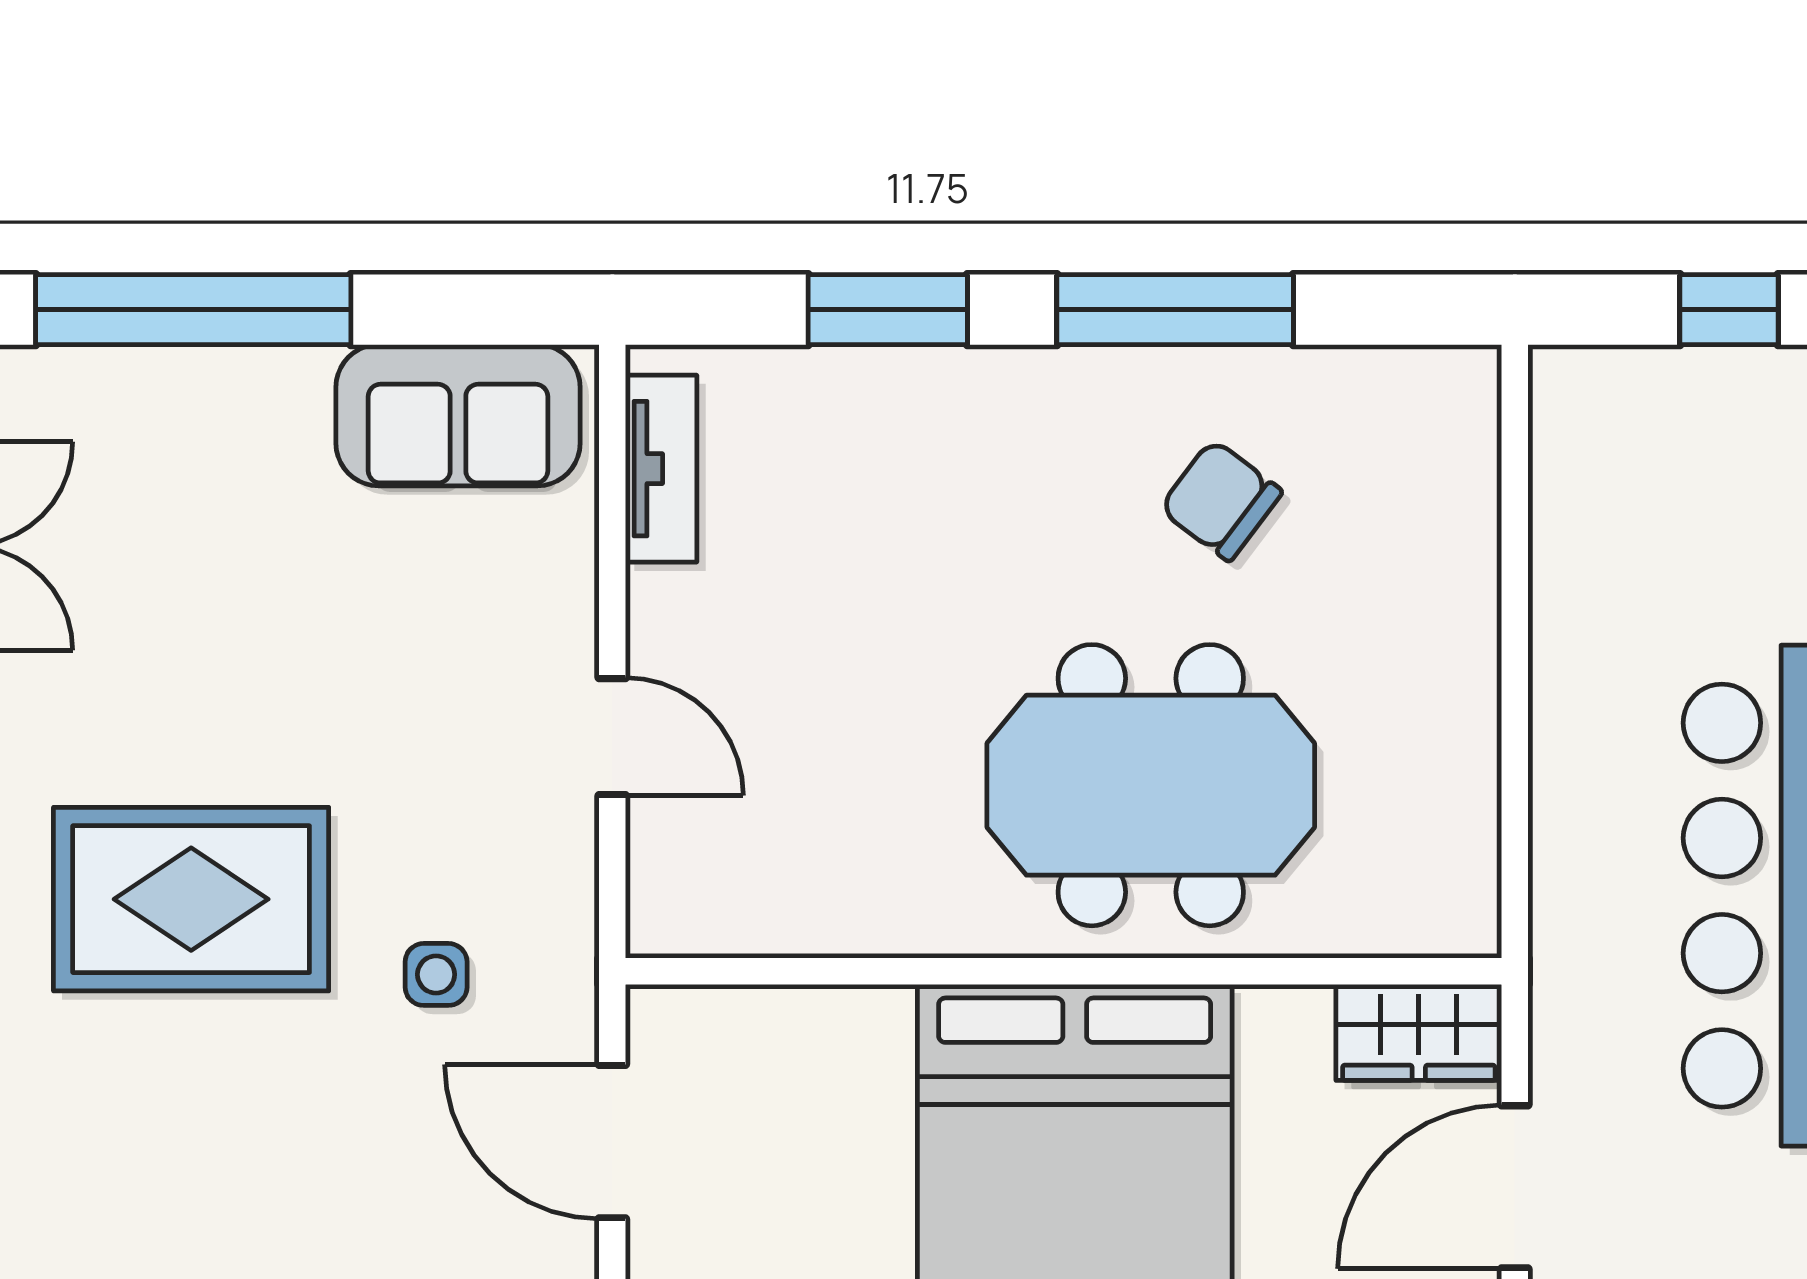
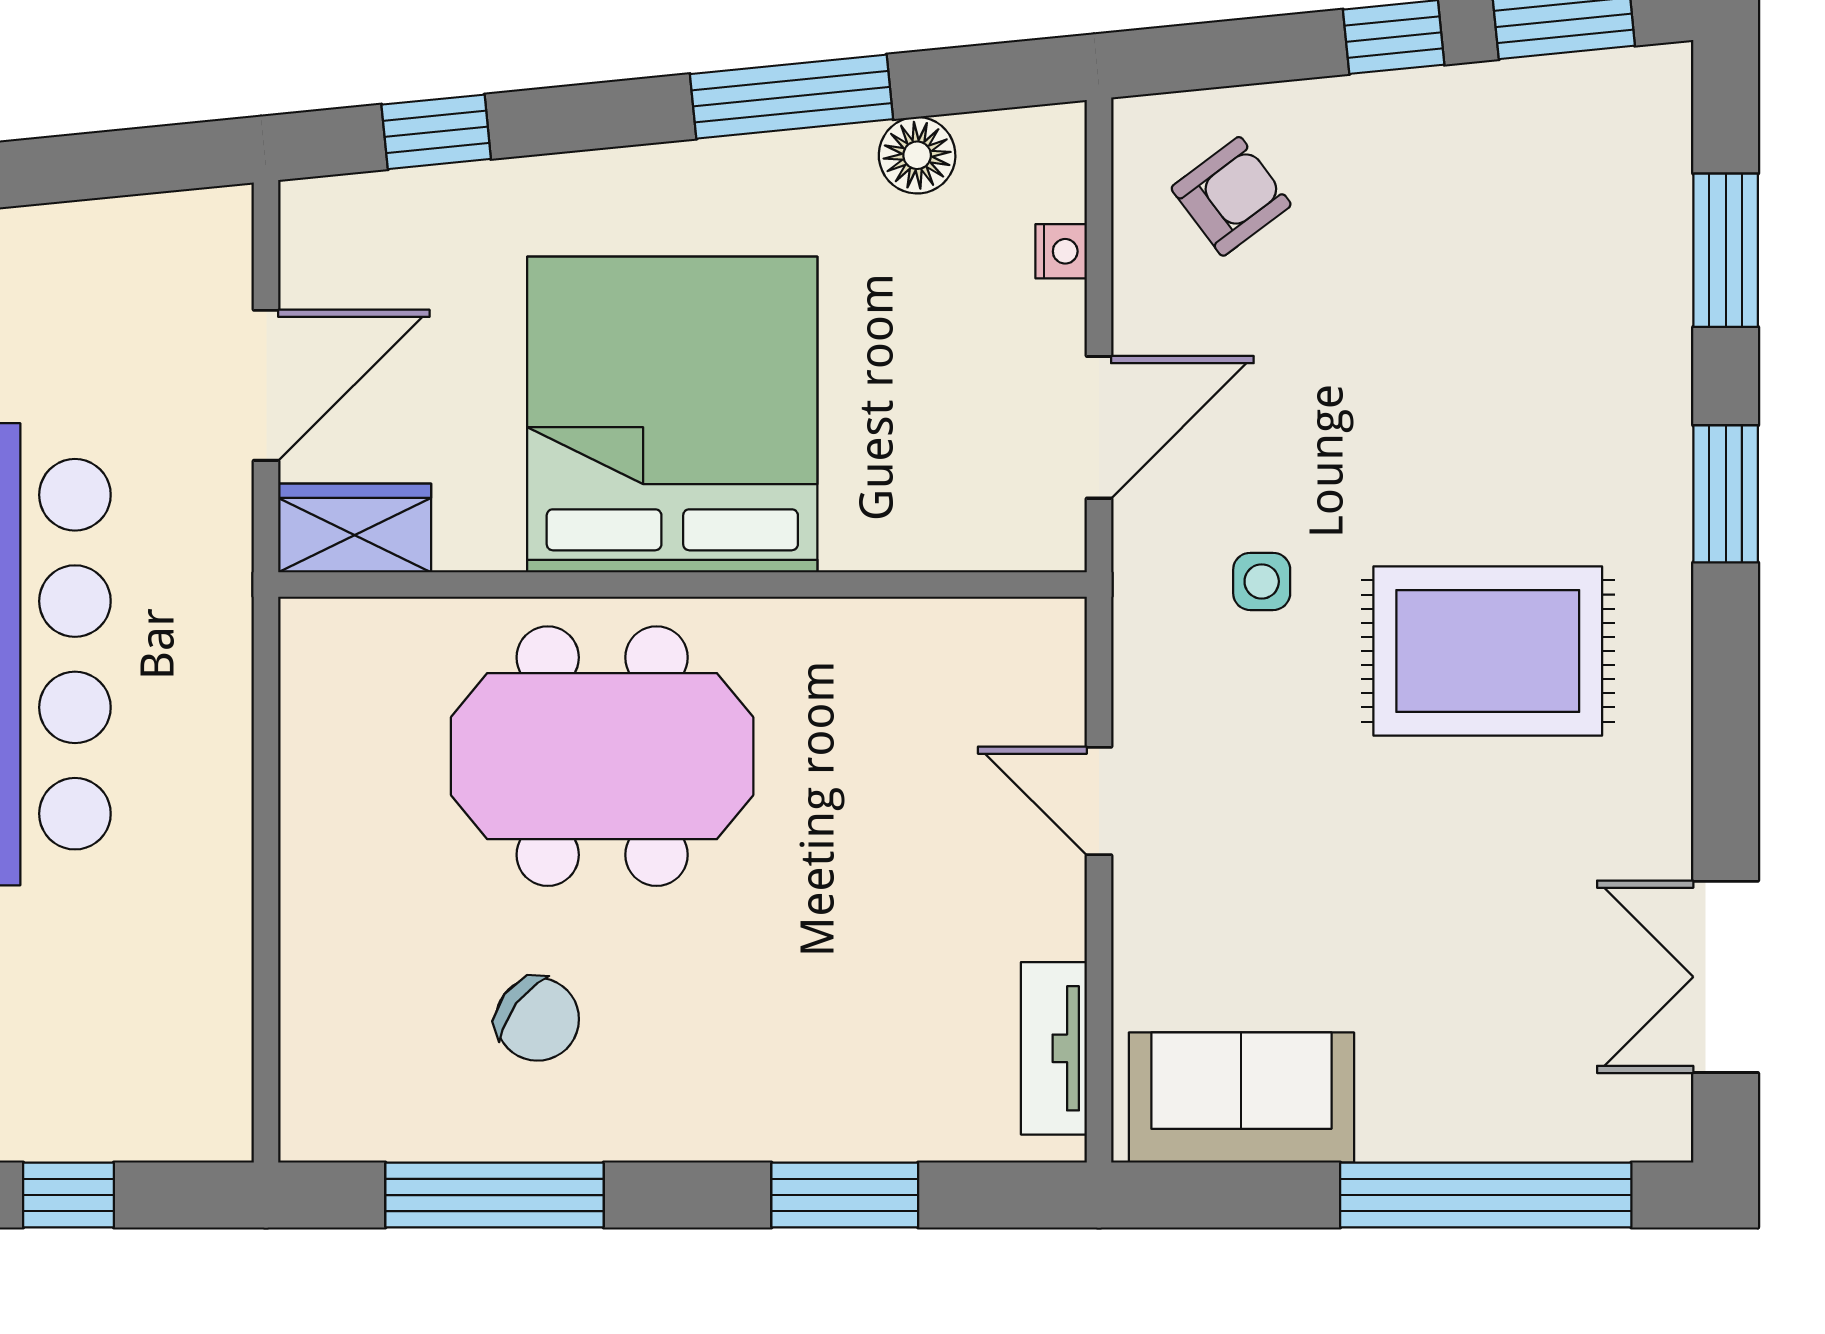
window: (1175, 310) -> (494, 1195), moved
door: (612, 1142) -> (1099, 427), hinge flipped

